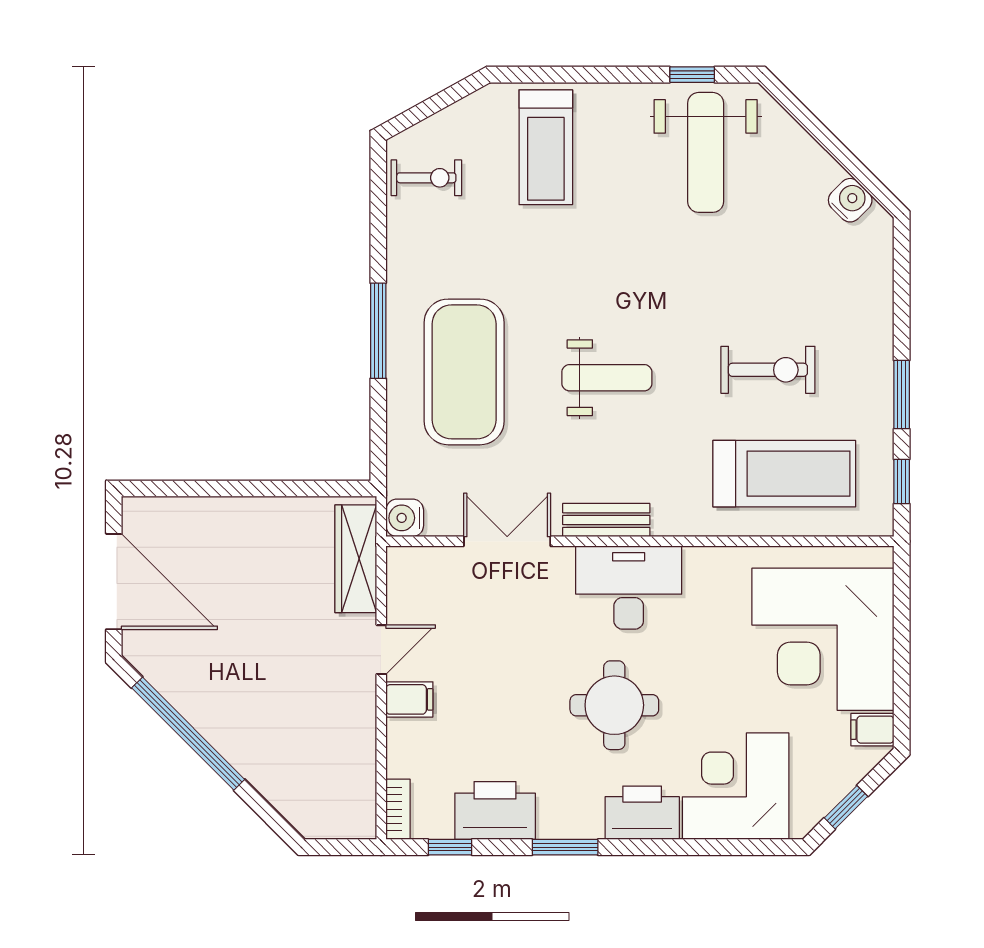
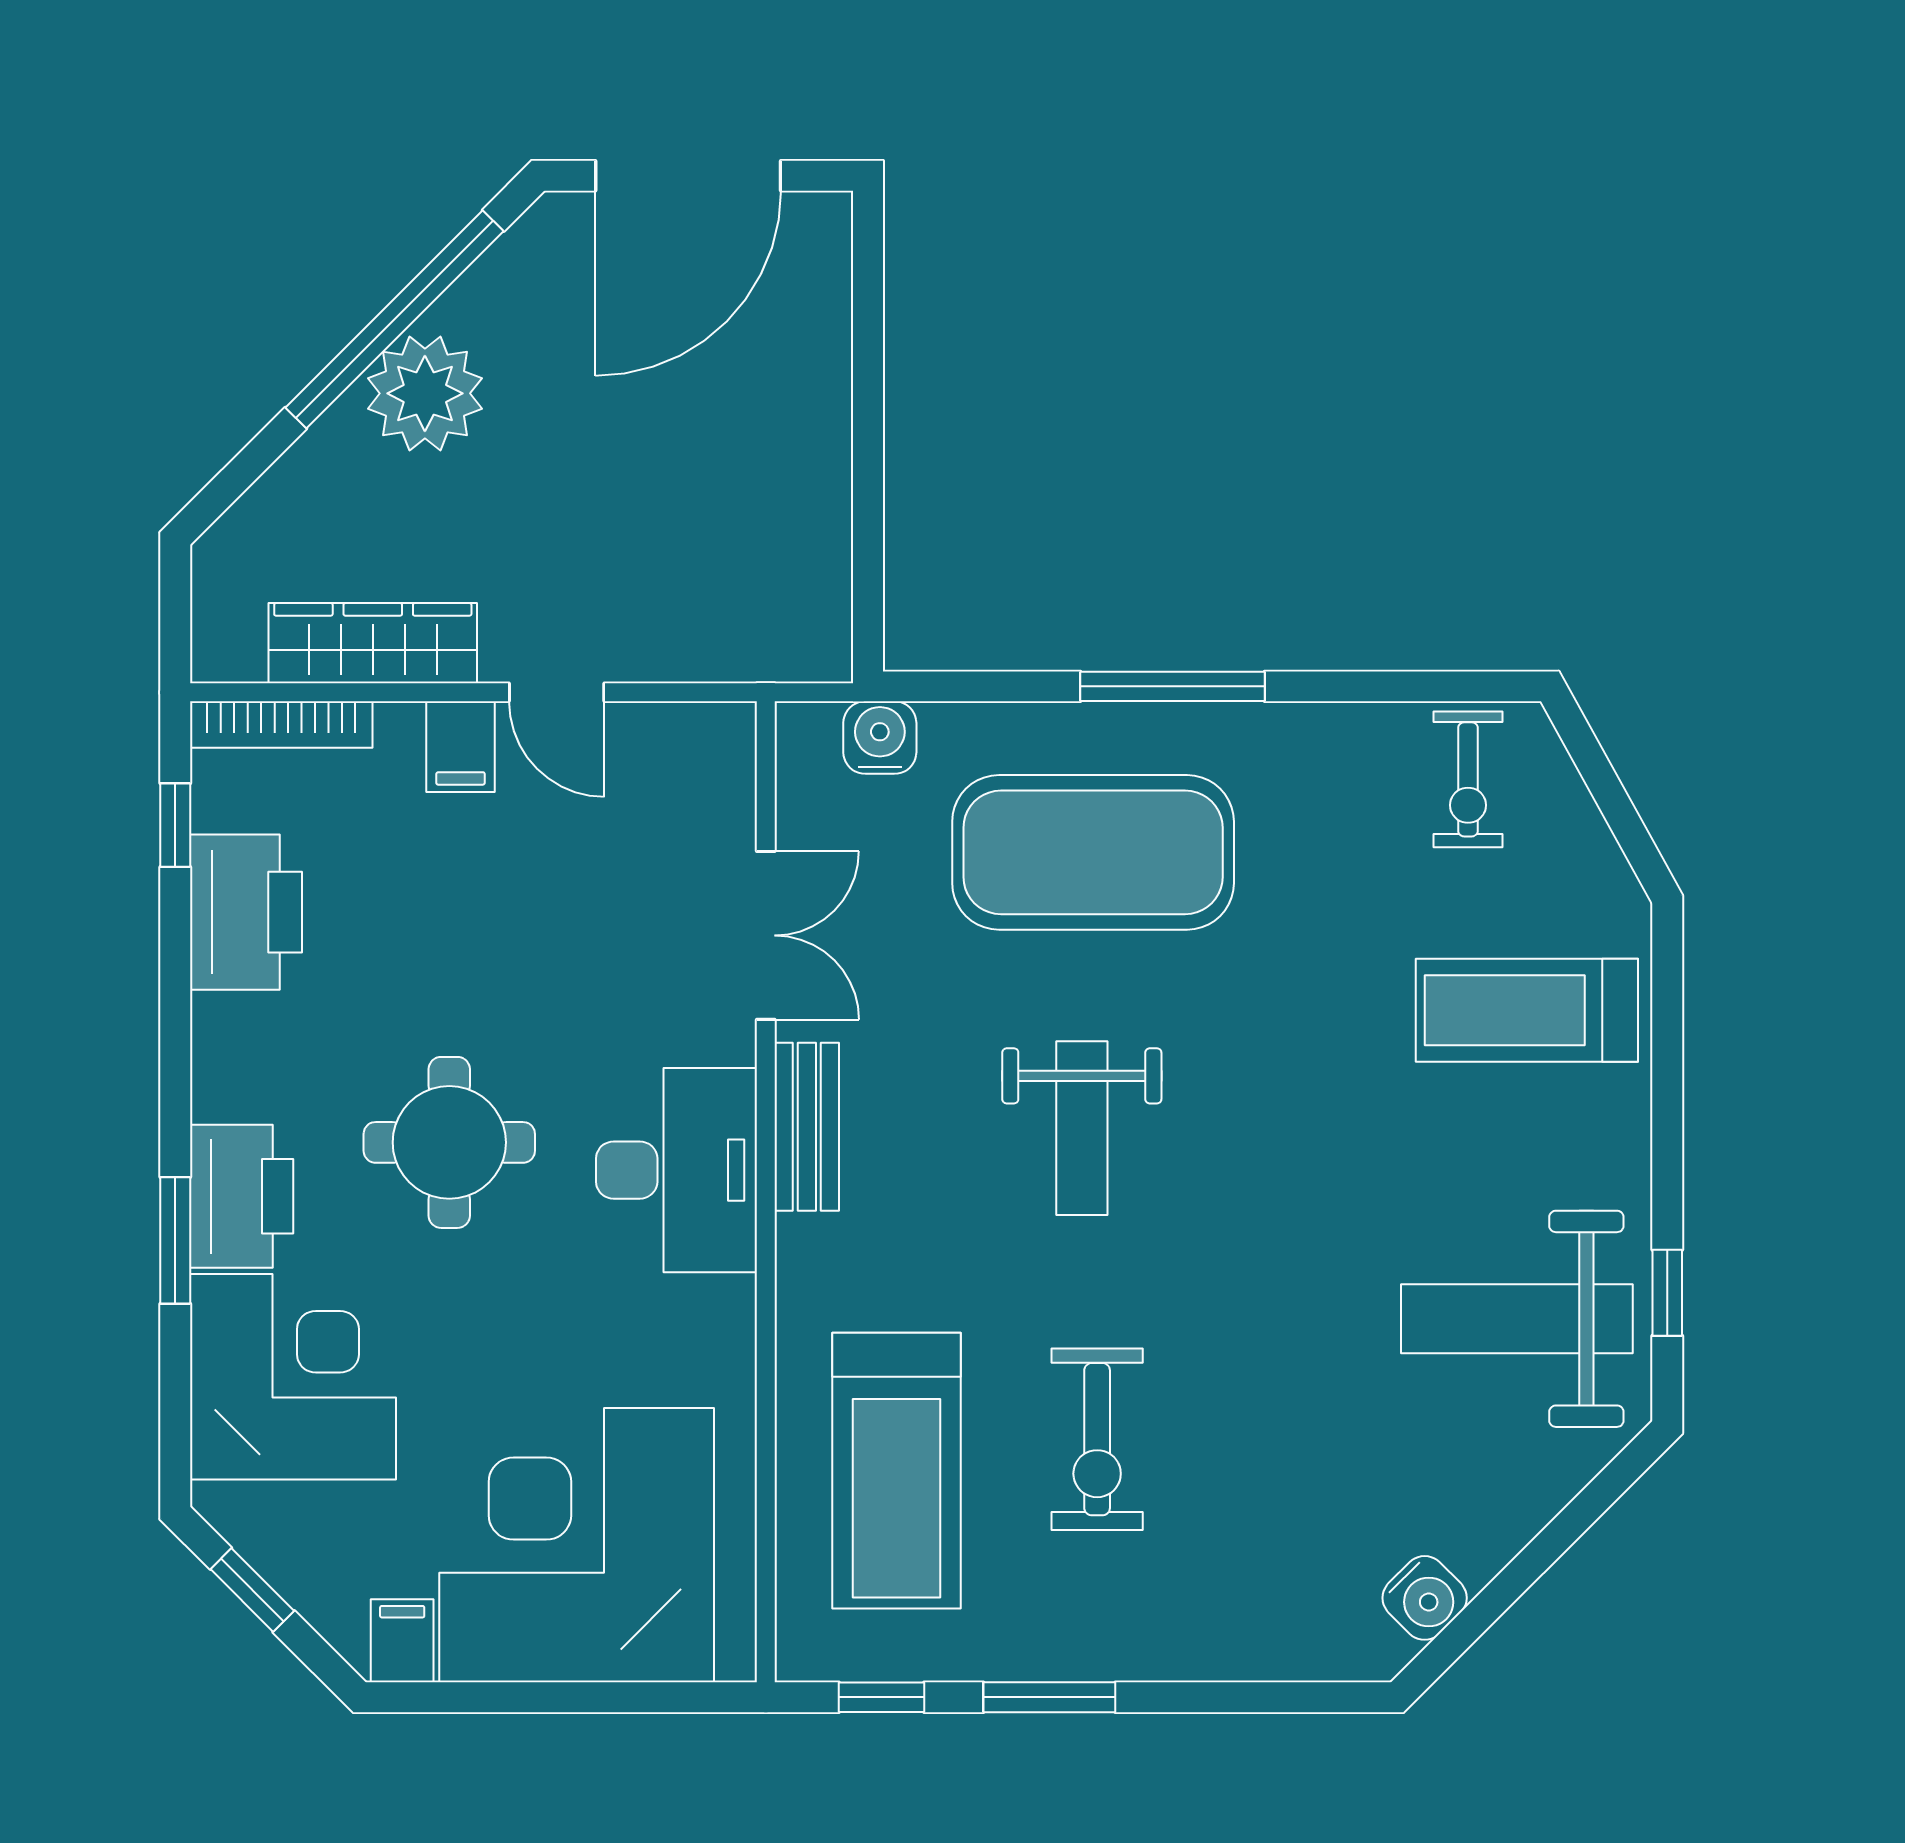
water cooler: (405, 518) -> (880, 738), moved
wardrobe: (356, 559) -> (373, 643), moved
plant: (227, 718) -> (425, 393), added
bookcase: (398, 809) -> (281, 725), width x1.56
window: (565, 847) -> (175, 1240), moved

